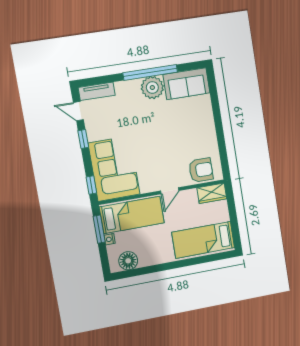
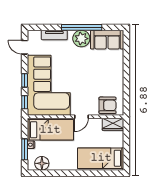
tv unit: (97, 91) -> (54, 35), moved
window: (83, 139) -> (25, 80), moved
corner sofa: (114, 169) -> (49, 85), width x1.36, depth x1.36
window: (99, 229) -> (25, 149), moved

